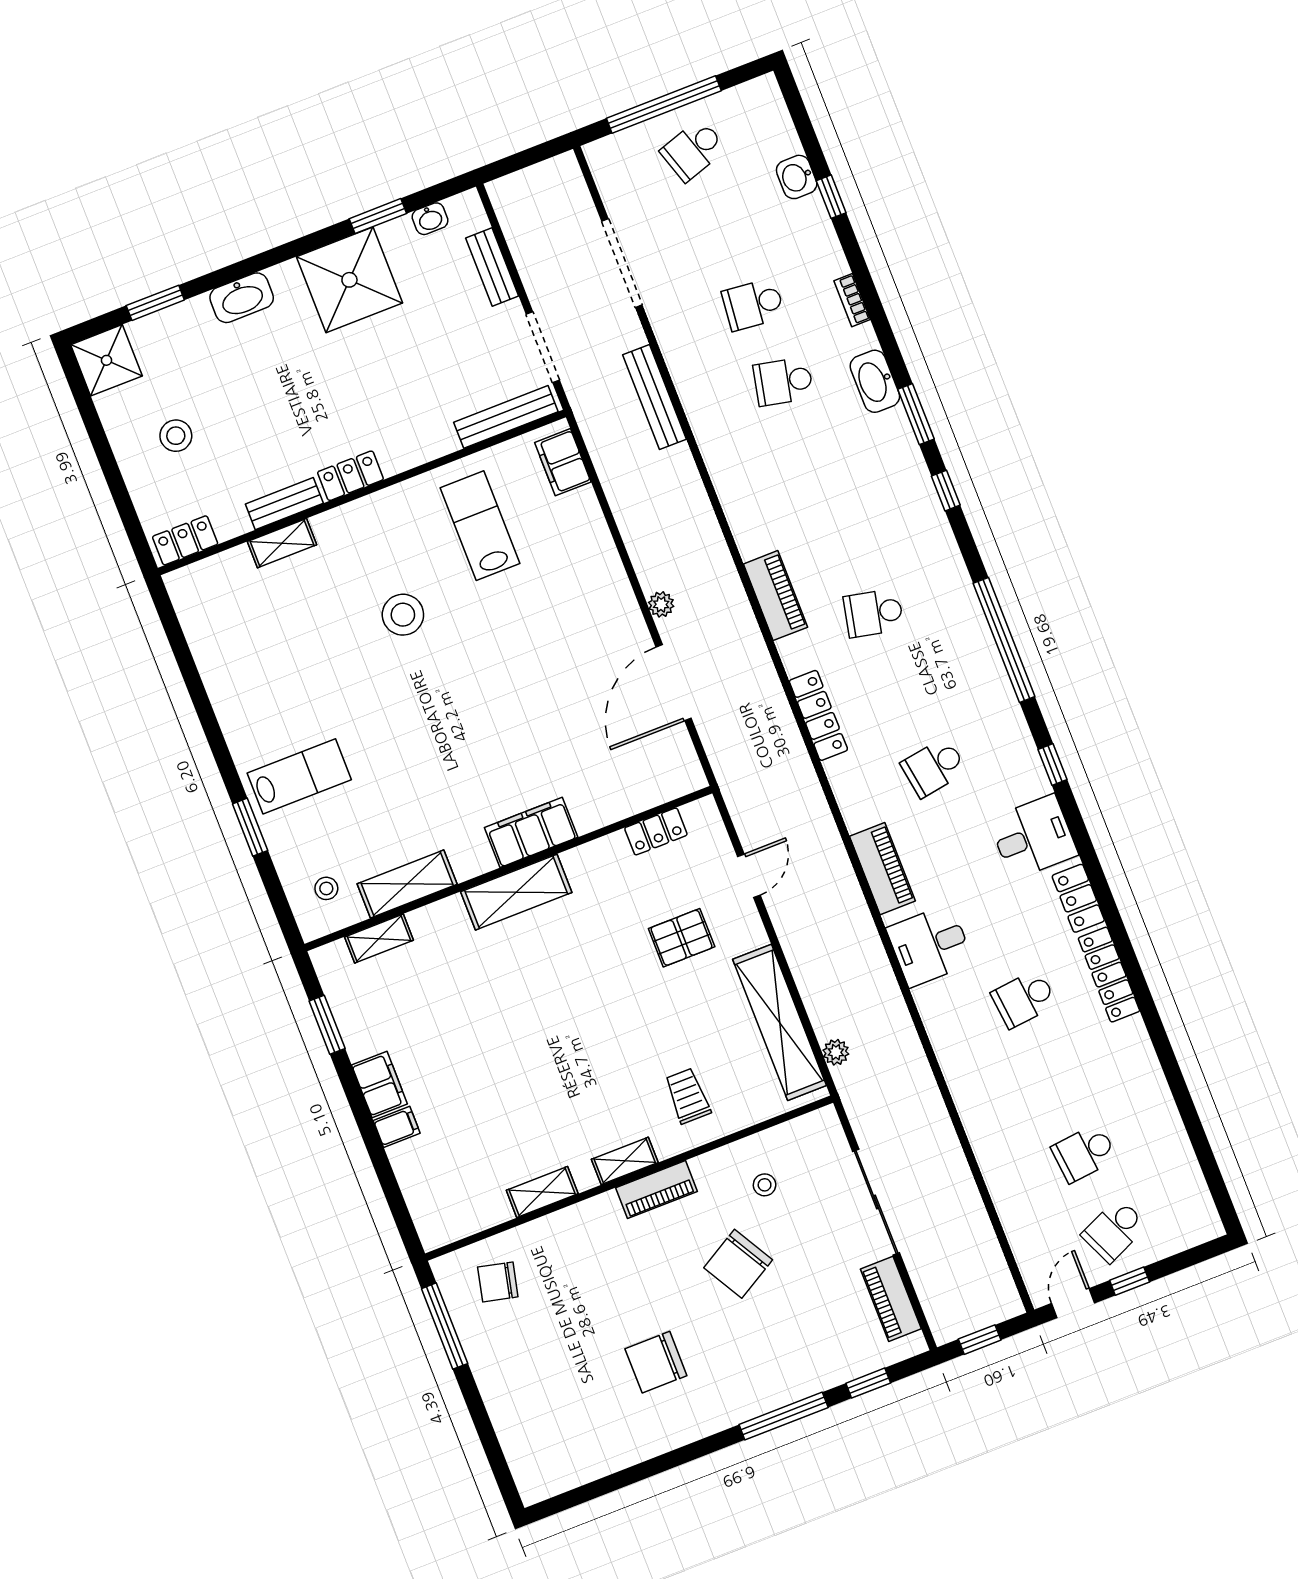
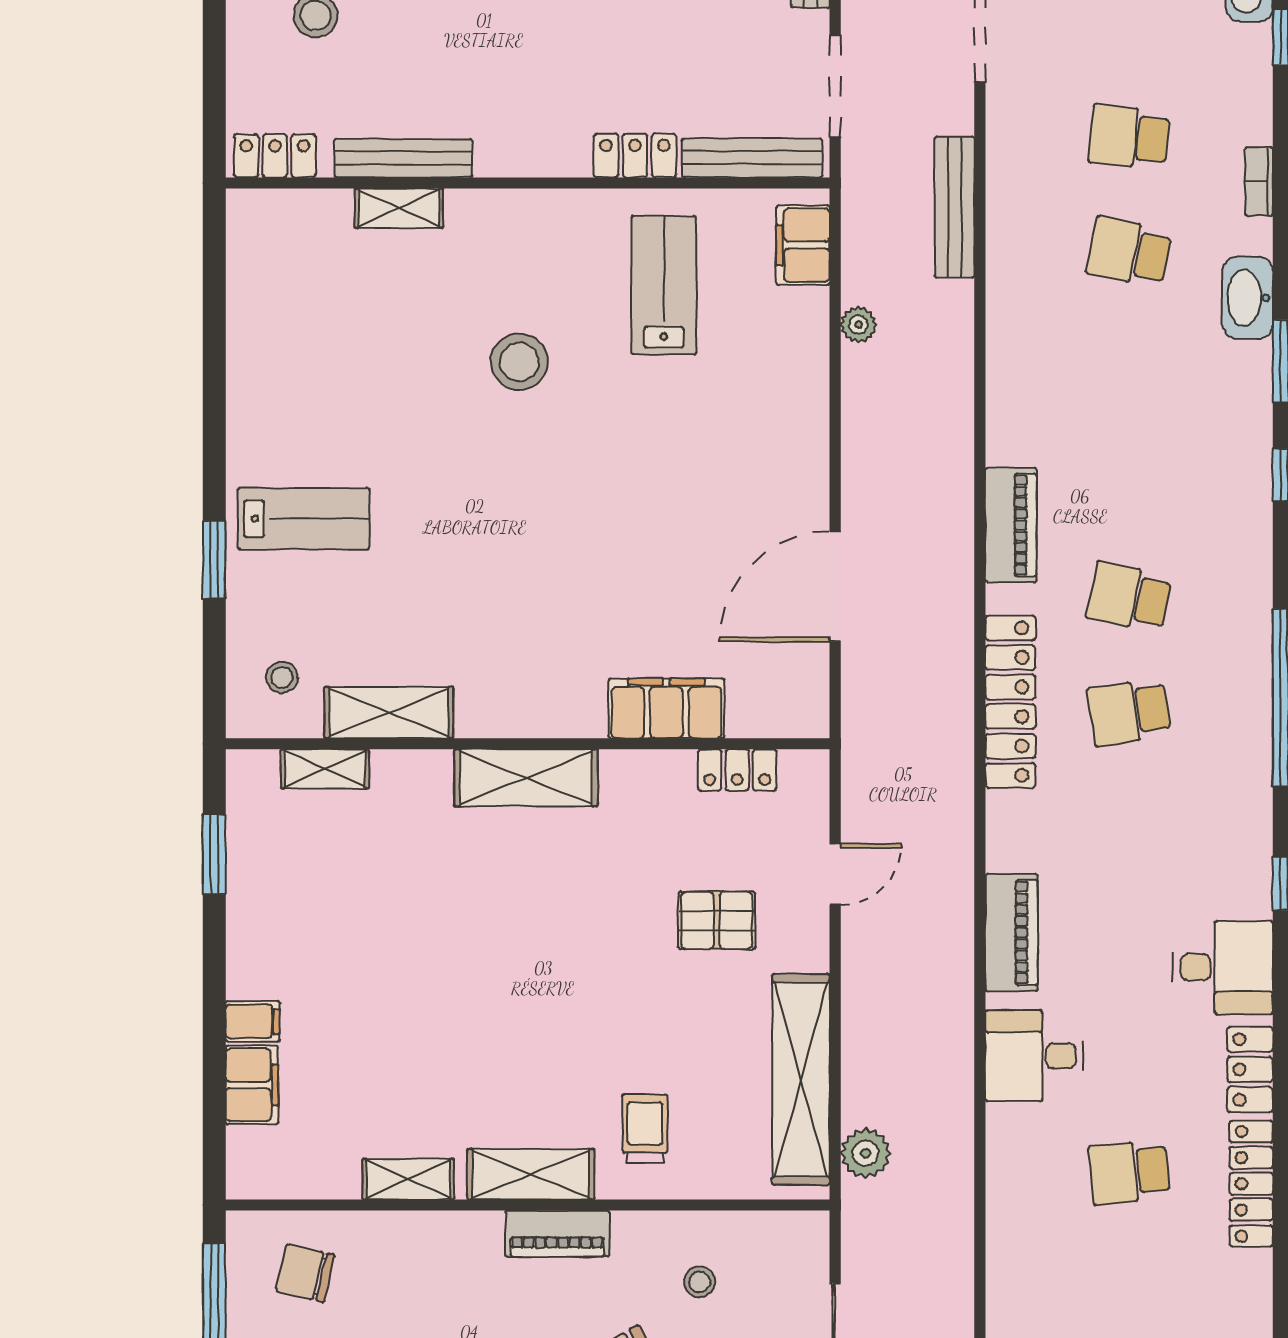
locker: (350, 476) -> (635, 156), moved
bench: (284, 504) -> (403, 158), width x1.36
plant: (661, 604) -> (858, 325), moved
locker: (818, 715) -> (1010, 702), width x1.41, depth x1.21
school desk: (934, 767) -> (1129, 712), moved
filing cabinet: (531, 832) -> (666, 708), moved
plant: (836, 1052) -> (866, 1153), width x1.38, depth x1.38
filing cabinet: (379, 1085) -> (252, 1085), moved
shelving: (625, 1161) -> (531, 1174), width x1.50, depth x1.33

